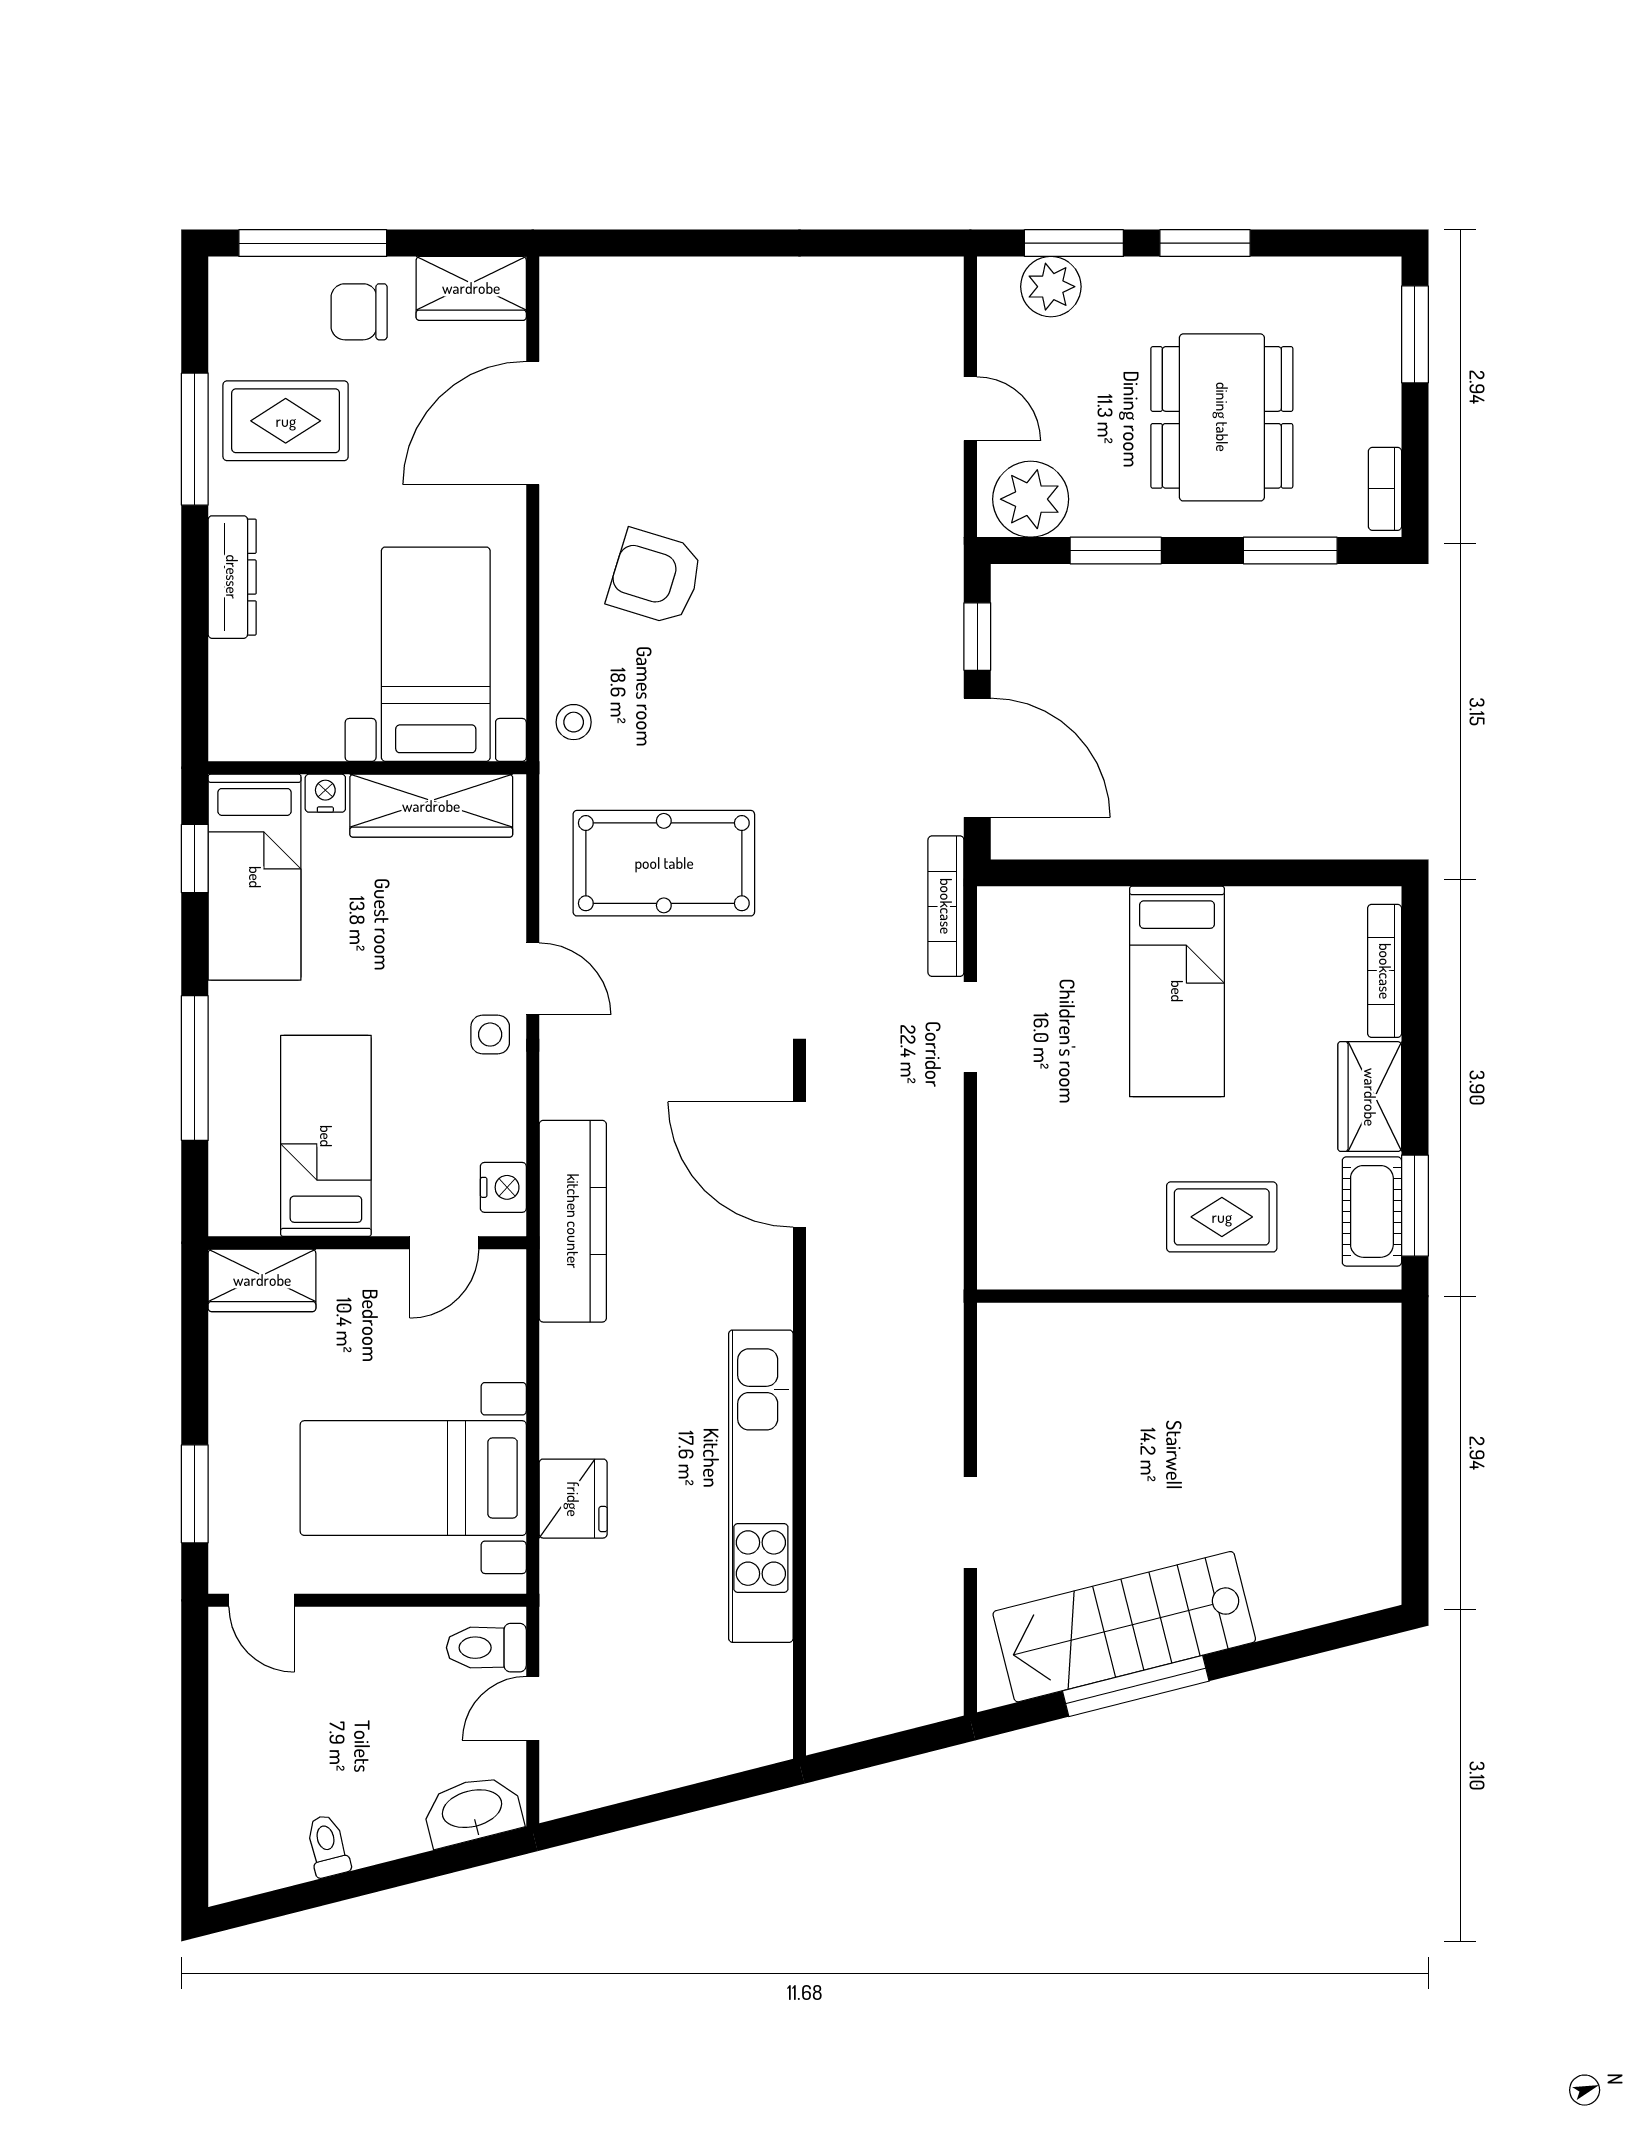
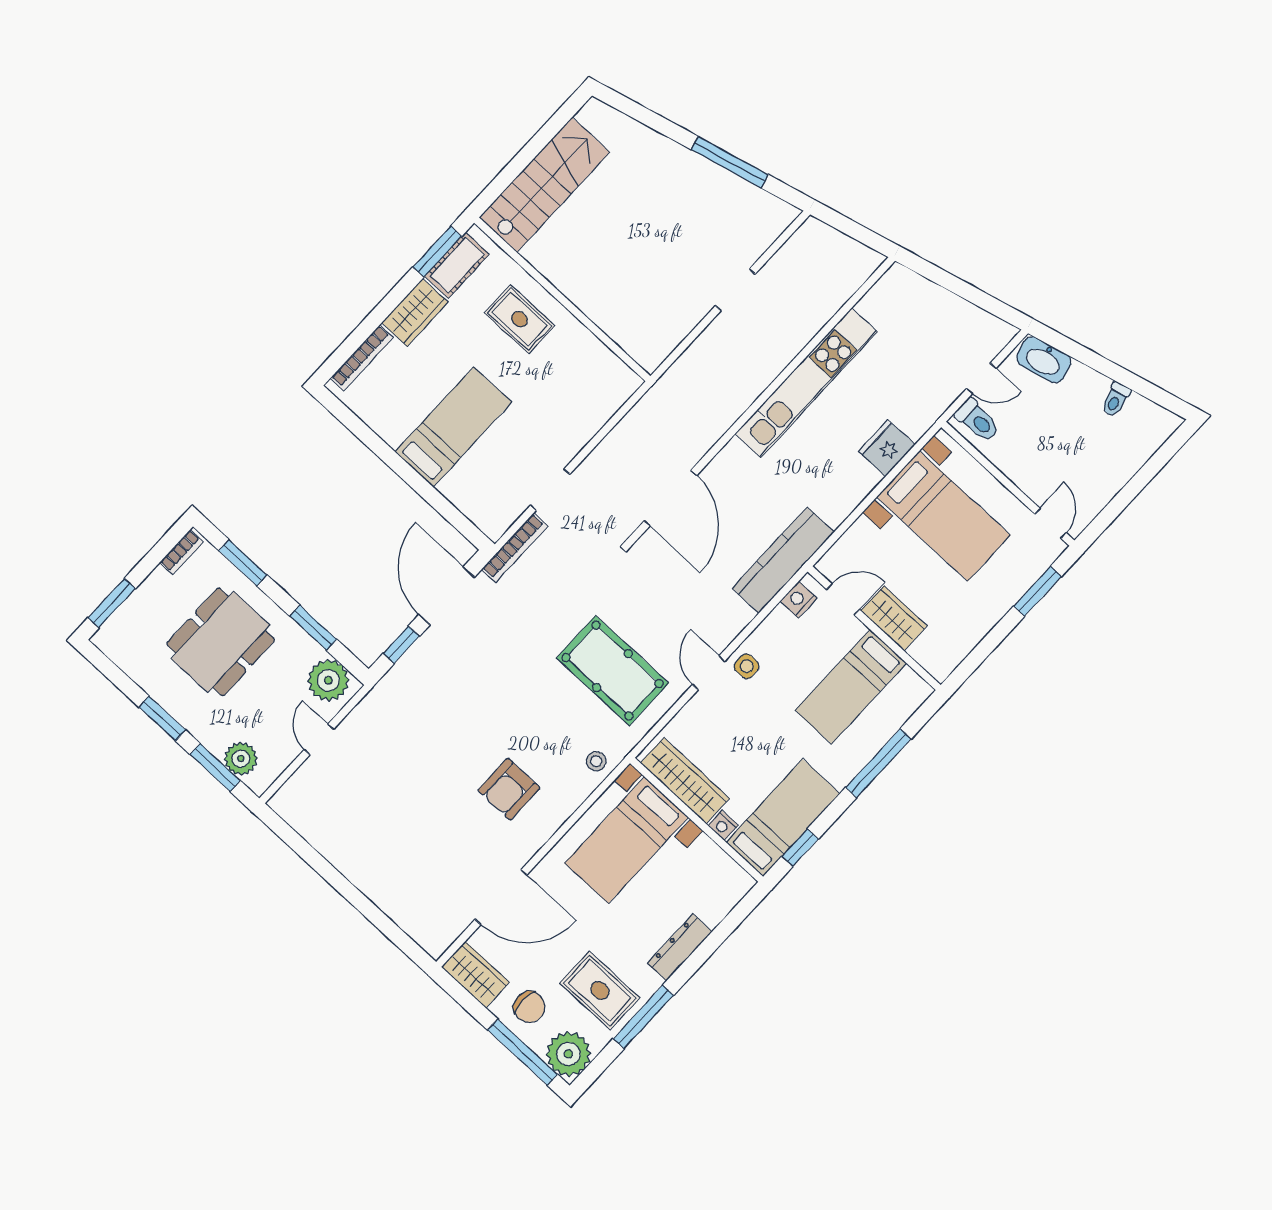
plant: (249, 297) -> (568, 1054), added
armchair: (655, 577) -> (509, 789), turned 73
wardrobe: (262, 1280) -> (894, 618), moved
stairs: (1124, 1627) -> (544, 185), moved, turned -76

